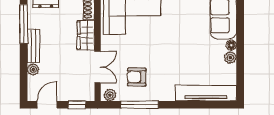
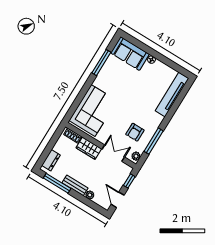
plant: (230, 58) -> (159, 65), removed

